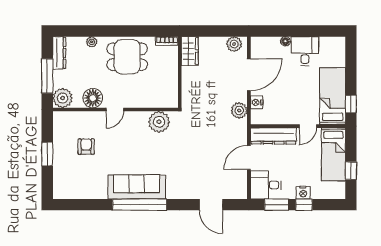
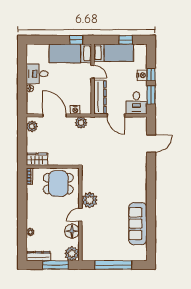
dining table: (127, 57) -> (58, 184), moved, turned 90
door: (115, 110) -> (80, 215), swing flipped
plant: (159, 122) -> (90, 200), moved
armchair: (86, 147) -> (108, 236), removed
window: (47, 154) -> (113, 265), width x2.11
sofa: (137, 187) -> (138, 224), moved
window: (140, 205) -> (151, 196), removed

